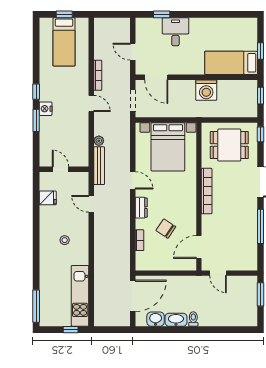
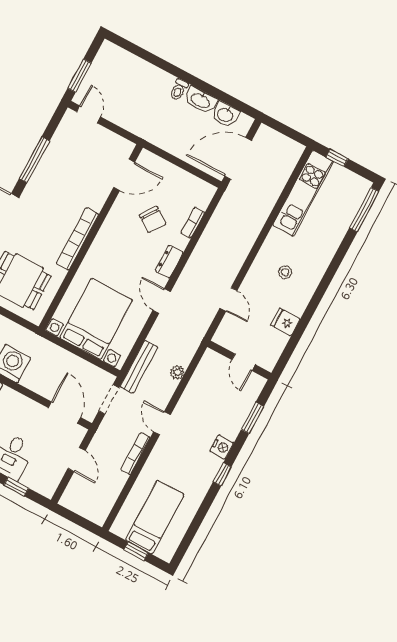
window: (36, 120) -> (252, 418), moved
bench: (99, 166) -> (139, 367), moved
fridge: (48, 198) -> (285, 322), moved
door: (218, 273) -> (89, 114), moved

